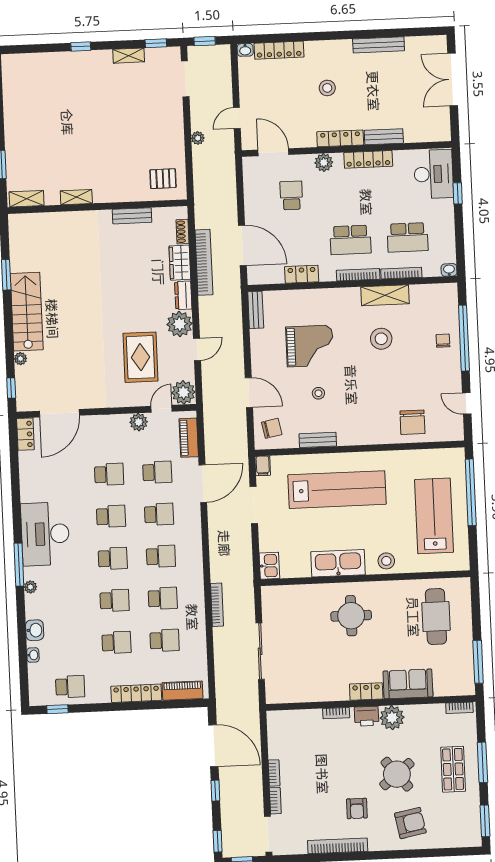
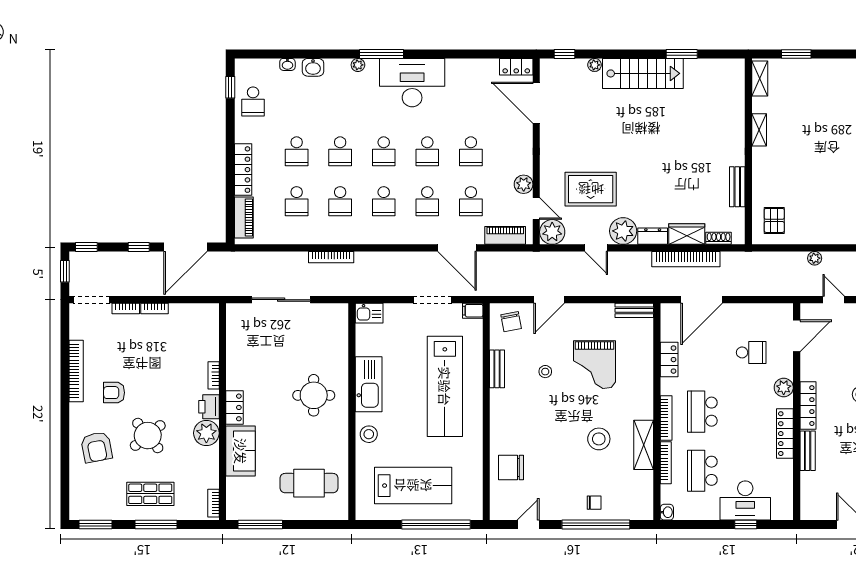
desk: (434, 174) -> (745, 501), moved

